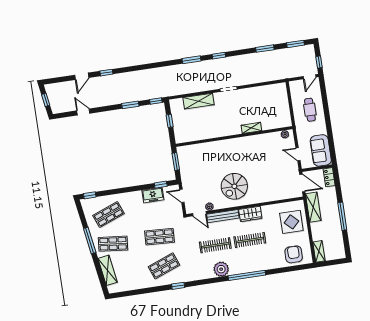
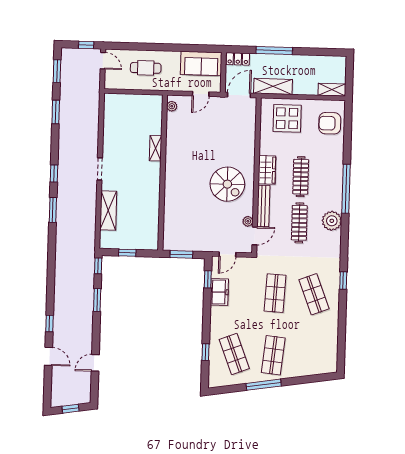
window: (90, 195) -> (206, 352), moved
window: (342, 216) -> (274, 50), moved
shelving: (108, 270) -> (306, 368), removed

